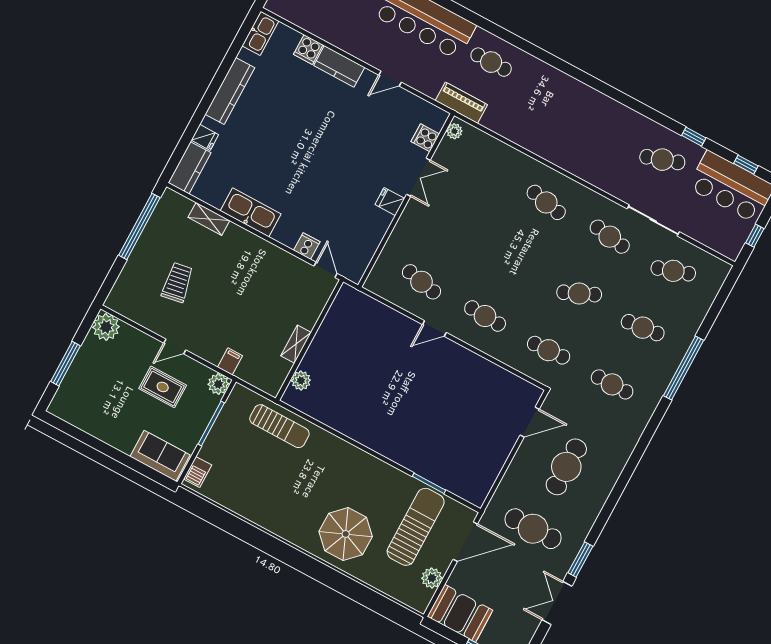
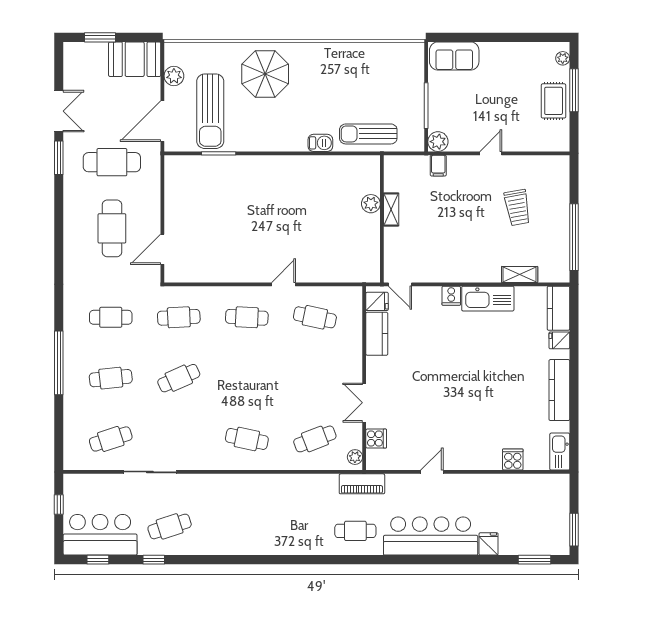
kitchen counter: (339, 66) -> (377, 334), moved, turned 90
fridge: (390, 202) -> (377, 301), moved
cafe table: (610, 237) -> (315, 439), moved, turned -30
cooker: (307, 246) -> (451, 296), moved
plant: (106, 327) -> (563, 58), moved, width x0.53, depth x0.53
plant: (301, 381) -> (371, 204), moved
rug: (163, 387) -> (554, 101), moved, turned 90
barbecue: (198, 472) -> (320, 143), moved, turned 90

